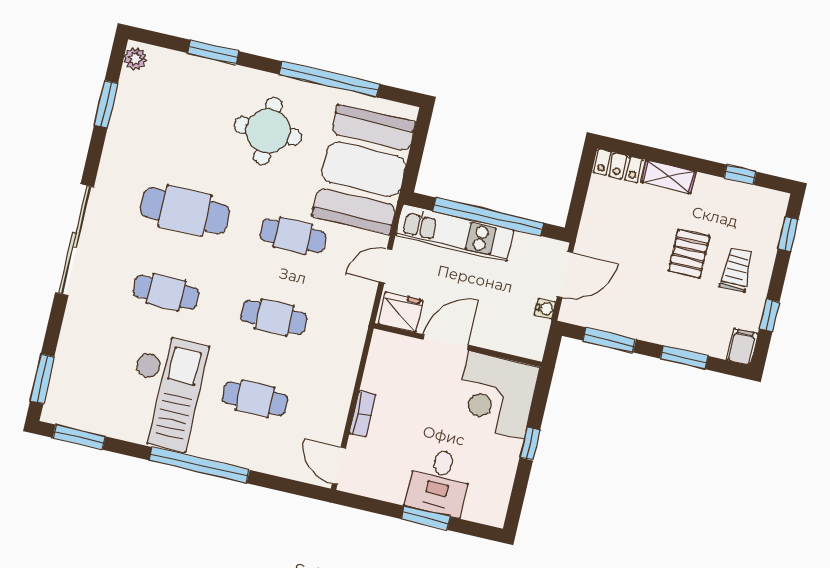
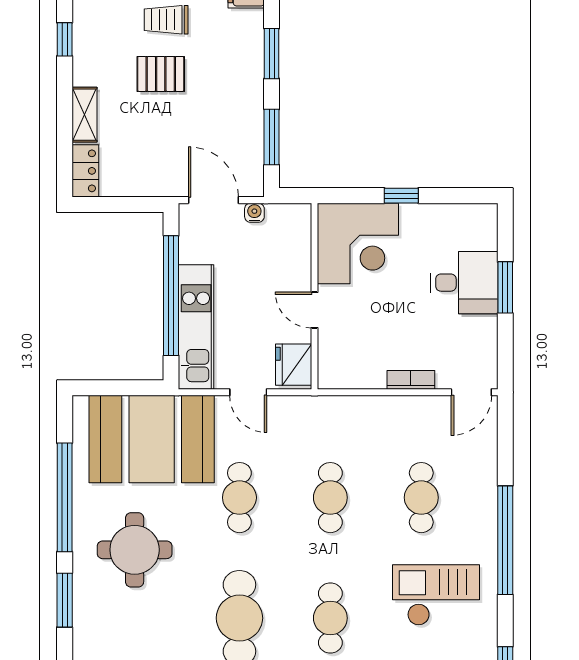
window: (213, 52) -> (65, 600), moved
door: (445, 342) -> (314, 310), width x0.73
checkout: (165, 392) -> (436, 595), width x0.73, depth x0.83

